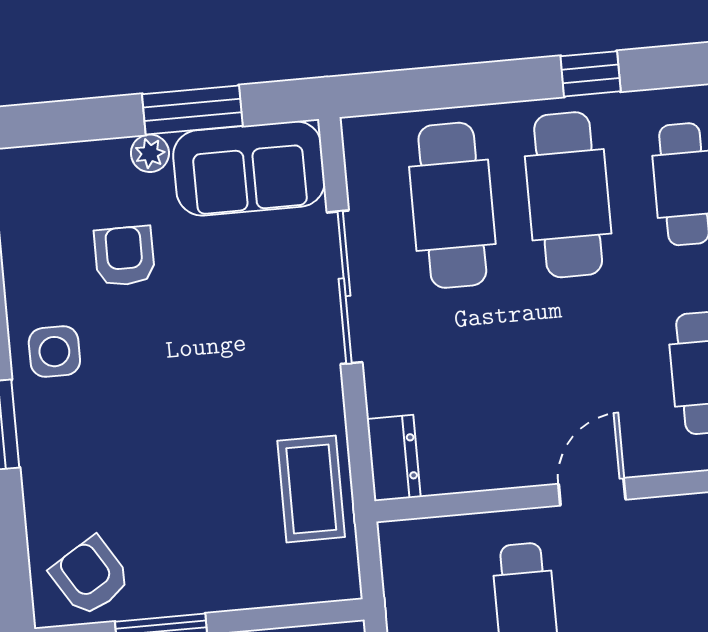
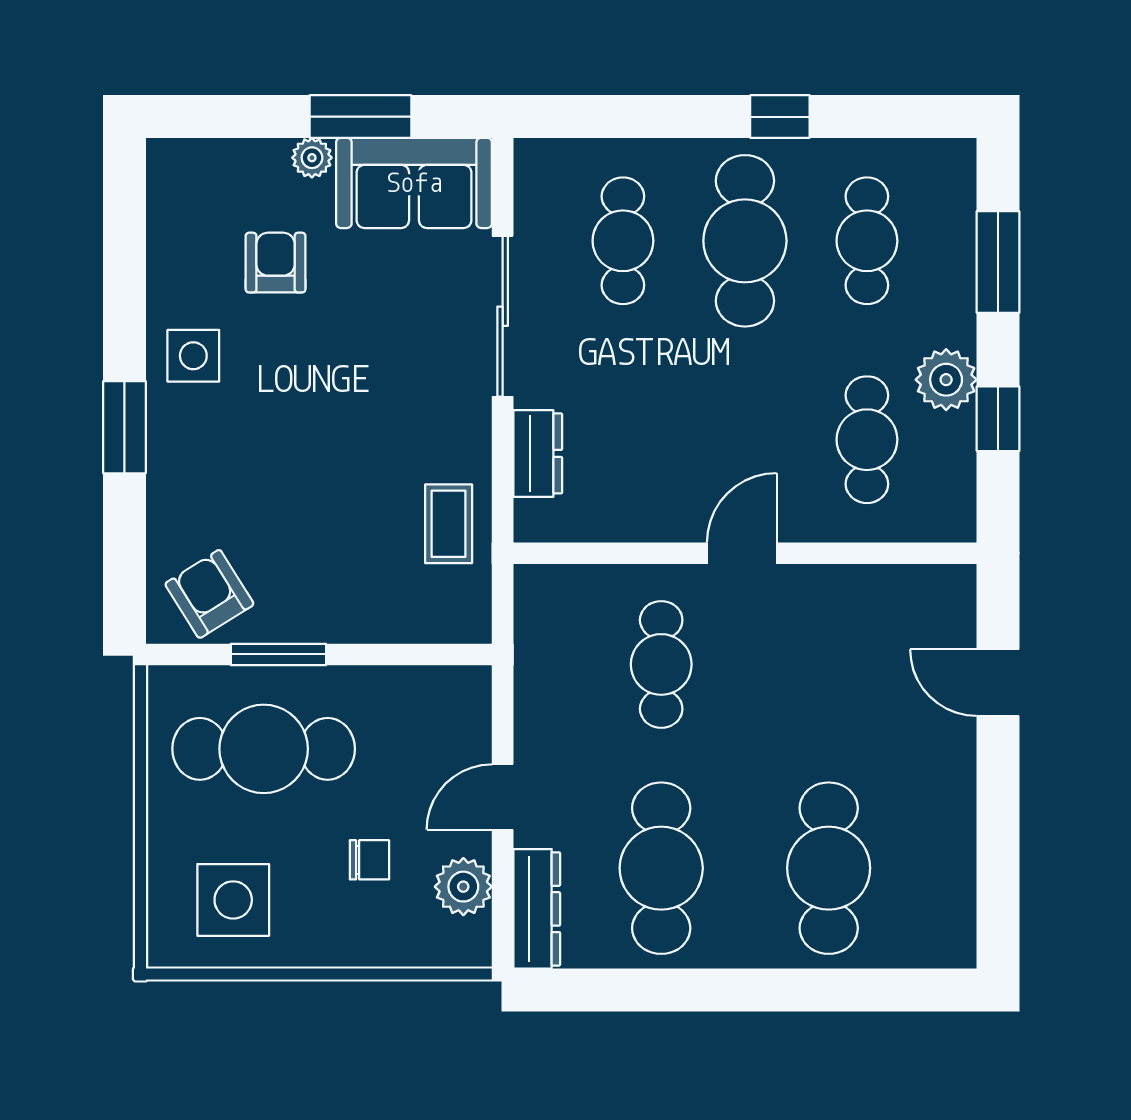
cafe table: (452, 205) -> (623, 241), width x0.73, depth x0.74
dresser: (394, 458) -> (538, 453), moved
coffee table: (311, 489) -> (449, 524), width x0.73, depth x0.77

